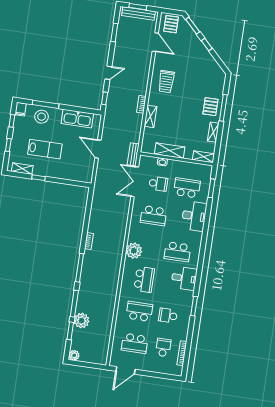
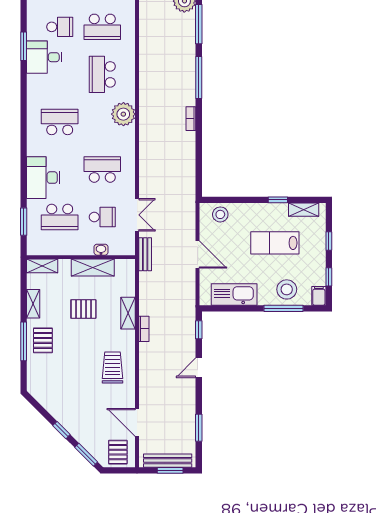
pallet: (180, 124) -> (83, 309), added
stool: (79, 174) -> (220, 214), added
double door: (135, 182) -> (137, 215), width x0.73
school desk: (158, 184) -> (102, 217), turned 180
desk: (184, 278) -> (44, 57), moved

